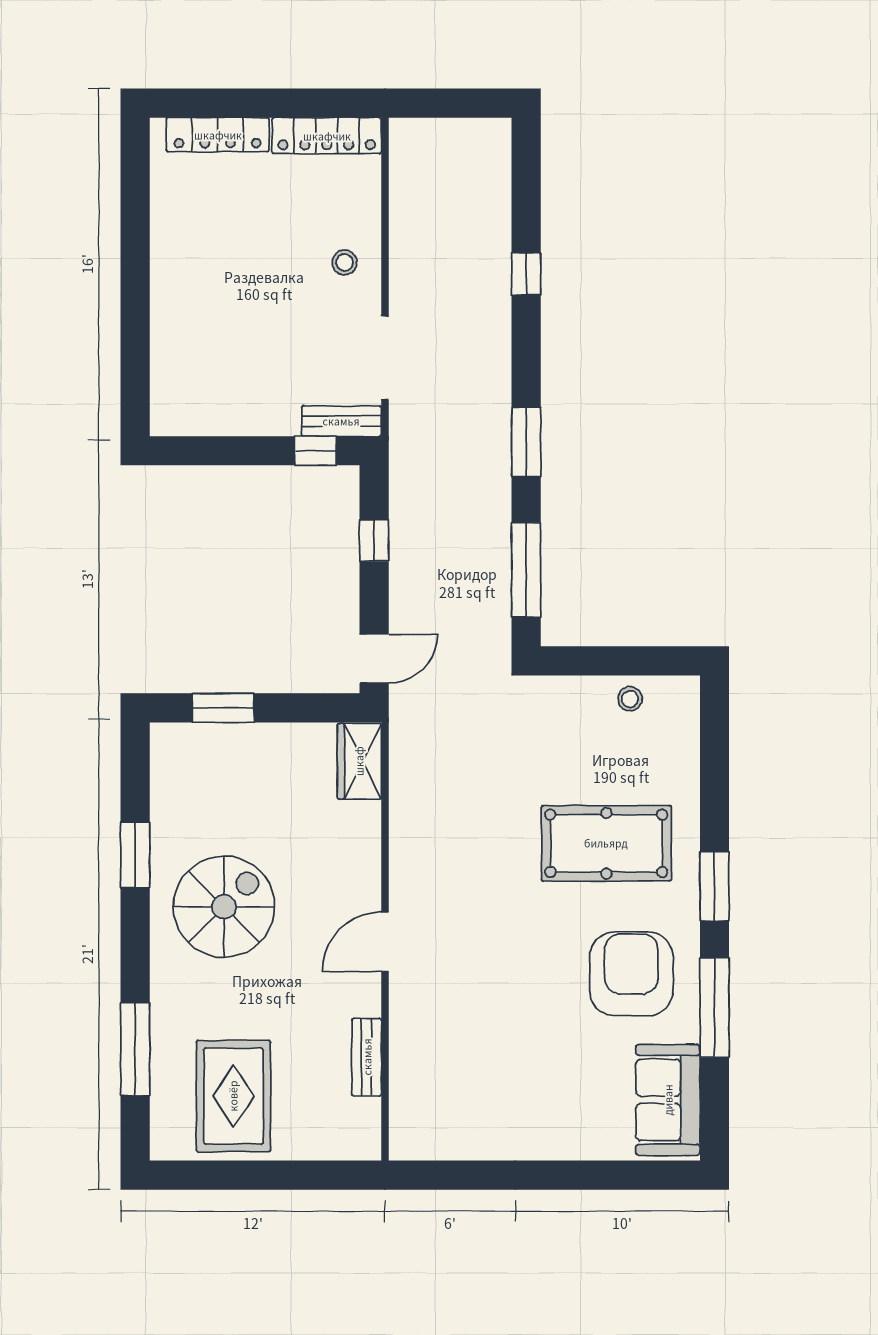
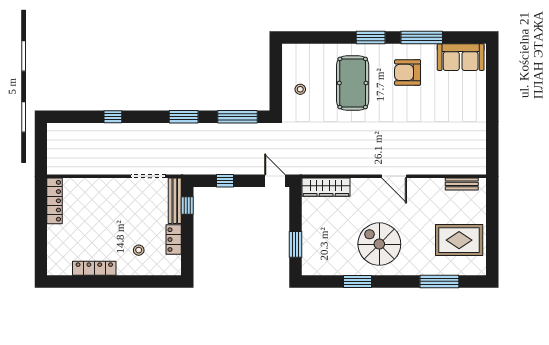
locker: (218, 135) -> (94, 268), moved, turned -90
stool: (345, 262) -> (139, 250), moved
locker: (235, 418) -> (174, 240), added
bench: (341, 421) -> (175, 201), width x1.36
stool: (630, 699) -> (300, 89), moved
wardrobe: (359, 761) -> (326, 187), width x1.50
armchair: (631, 974) -> (408, 72), width x0.73, depth x0.73
bench: (367, 1057) -> (462, 184), moved

